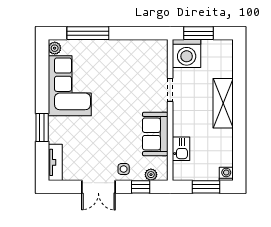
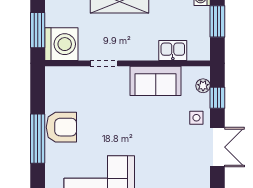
window: (88, 33) -> (38, 139), moved
armchair: (116, 54) -> (61, 127), added

